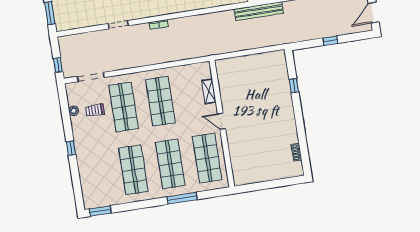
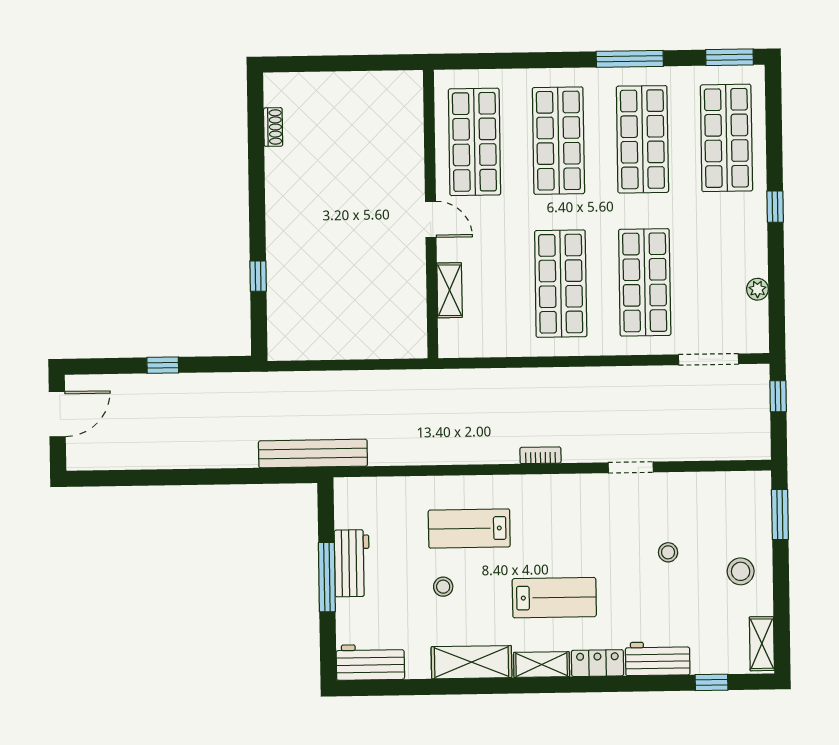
trolley: (95, 110) -> (710, 284), removed
shop shelf: (97, 175) -> (726, 138), added
window: (182, 198) -> (630, 59), moved

